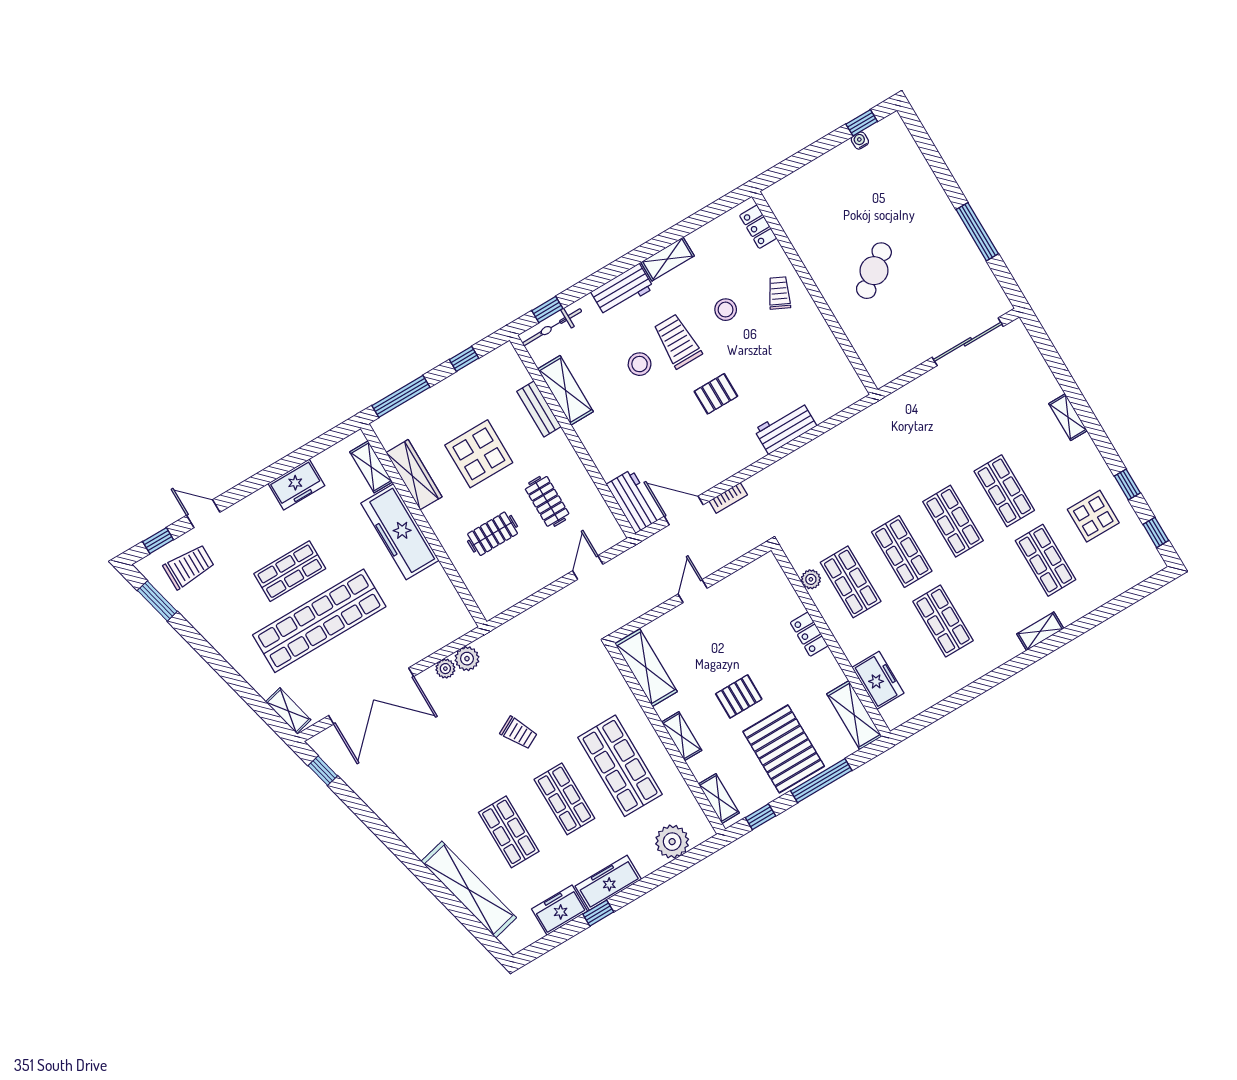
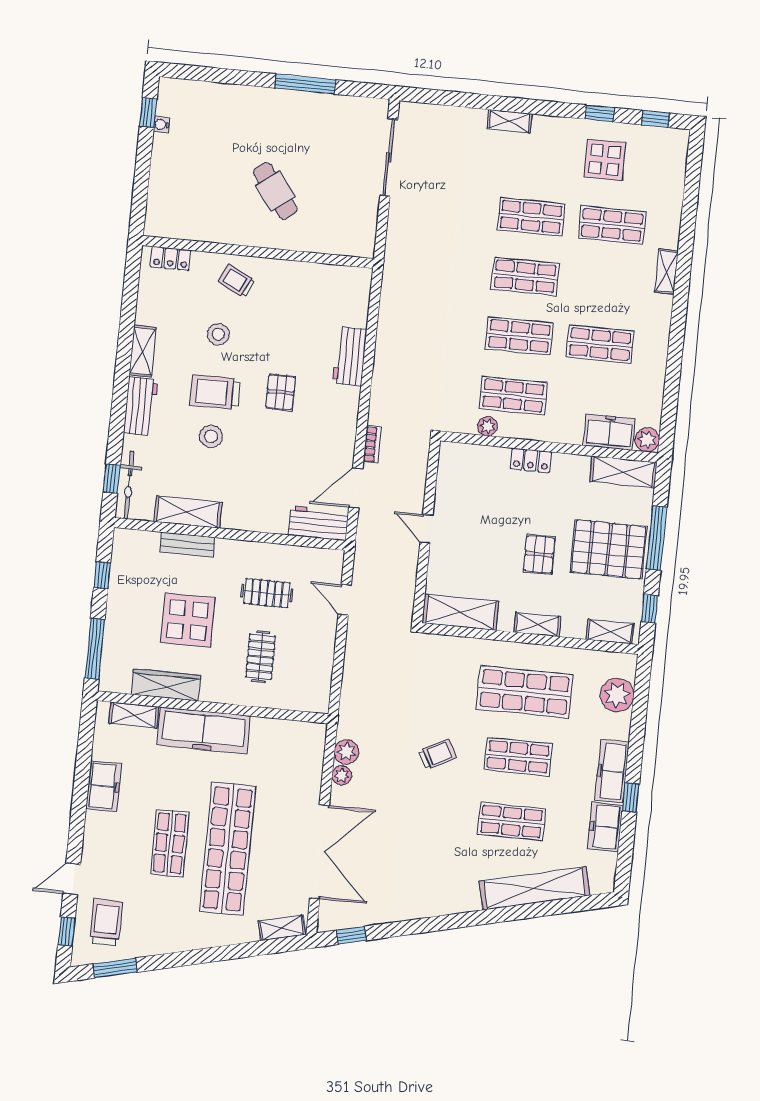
plant: (894, 715) -> (647, 440), added

